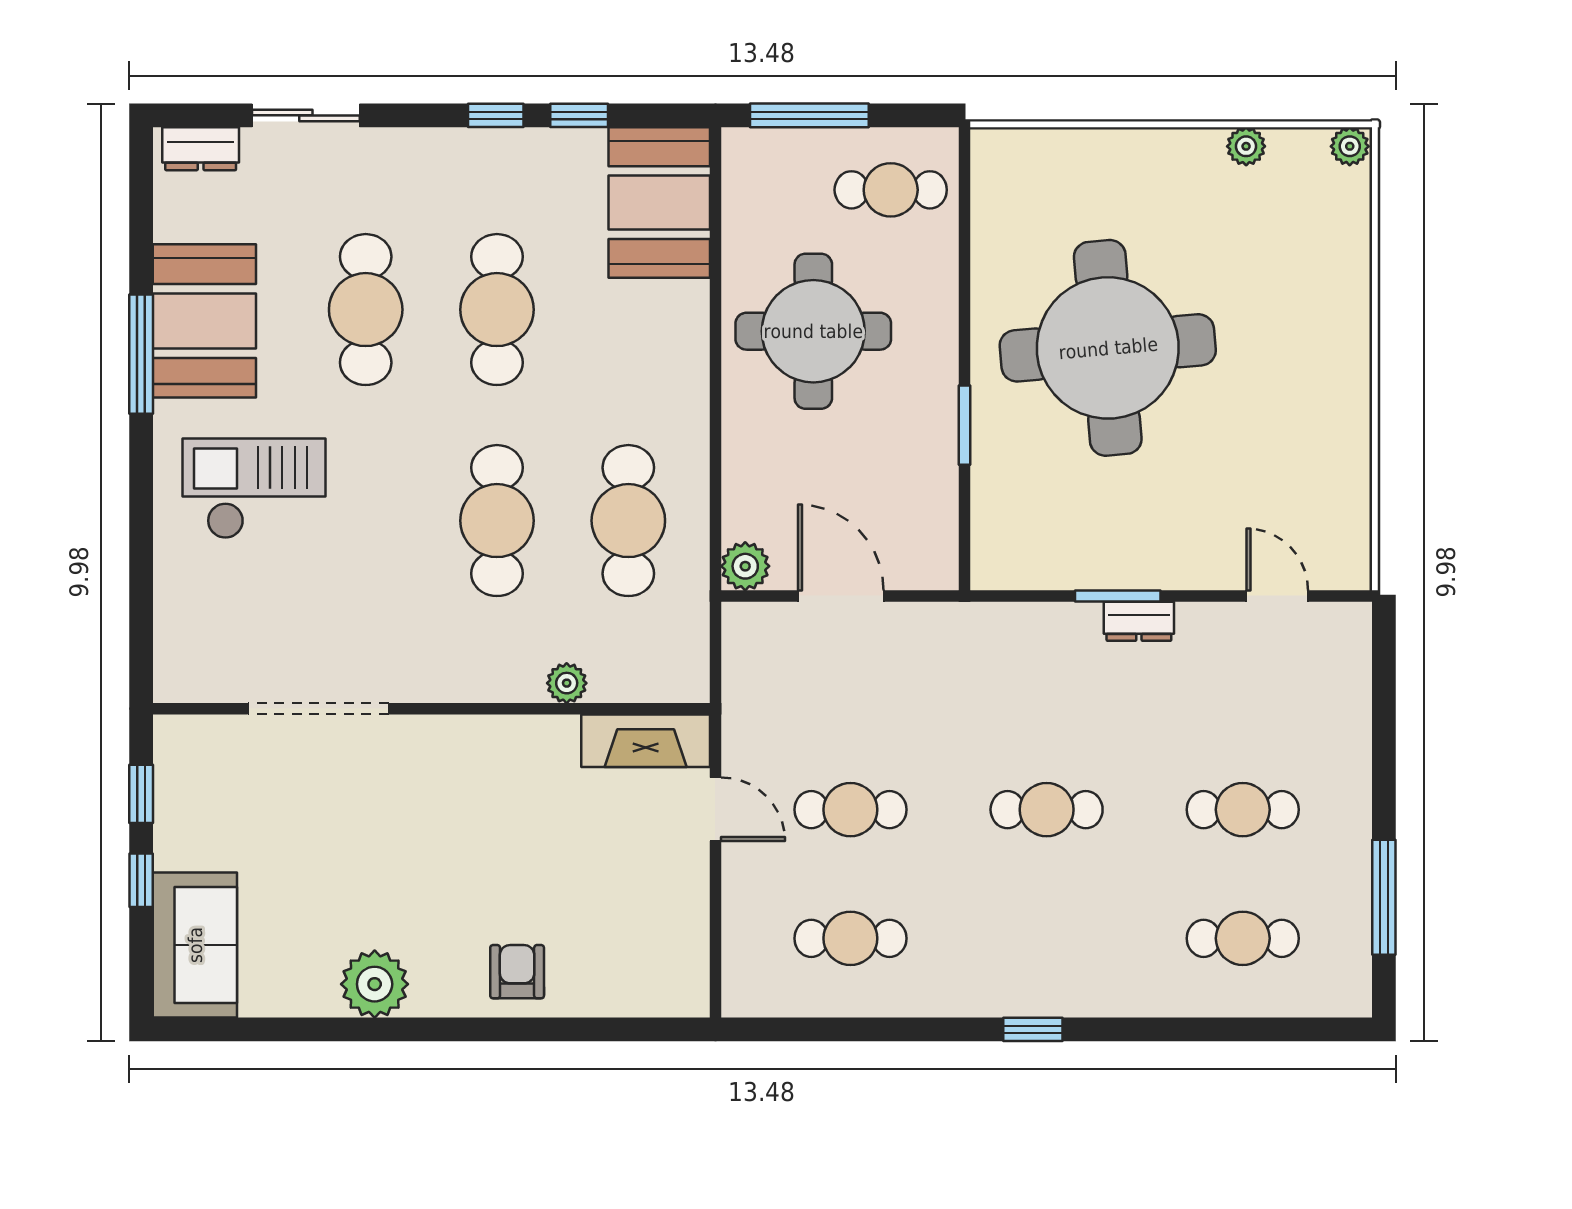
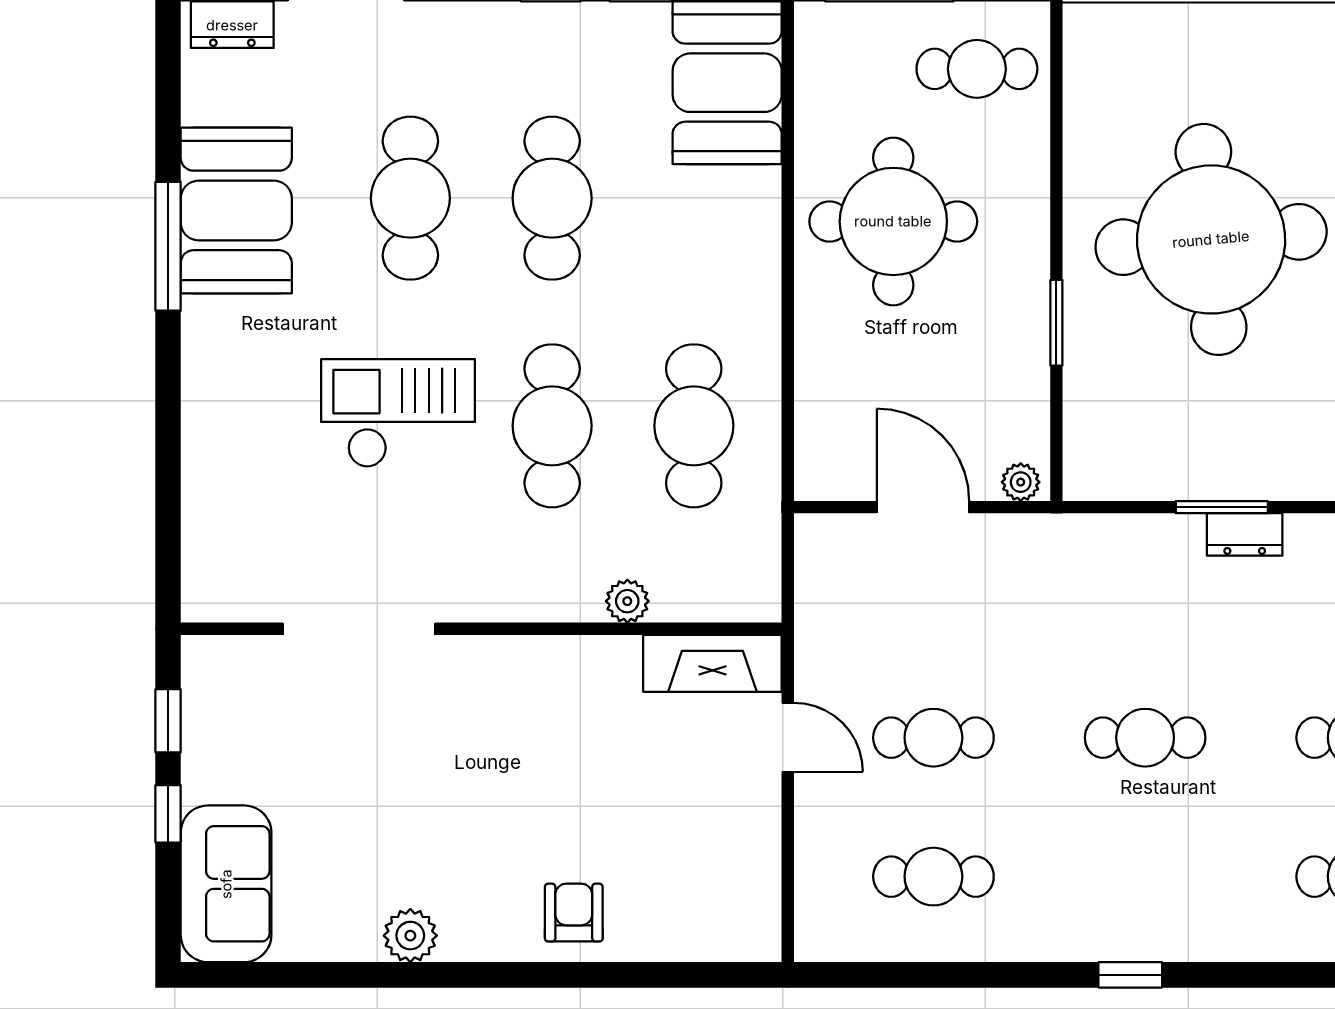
checkout: (254, 489) -> (398, 413), moved
plant: (745, 566) -> (1021, 482), moved, width x0.73, depth x0.73
plant: (375, 984) -> (410, 936), width x0.73, depth x0.73

